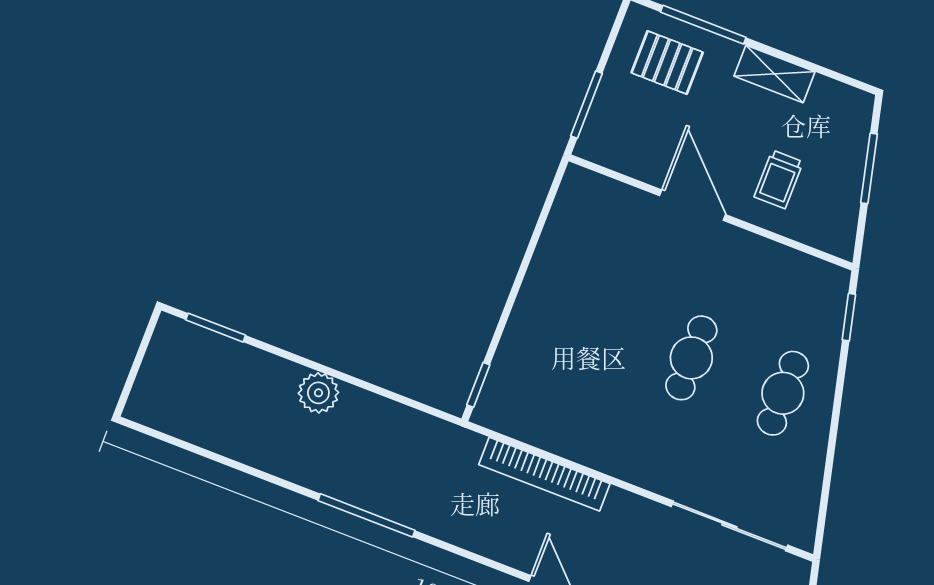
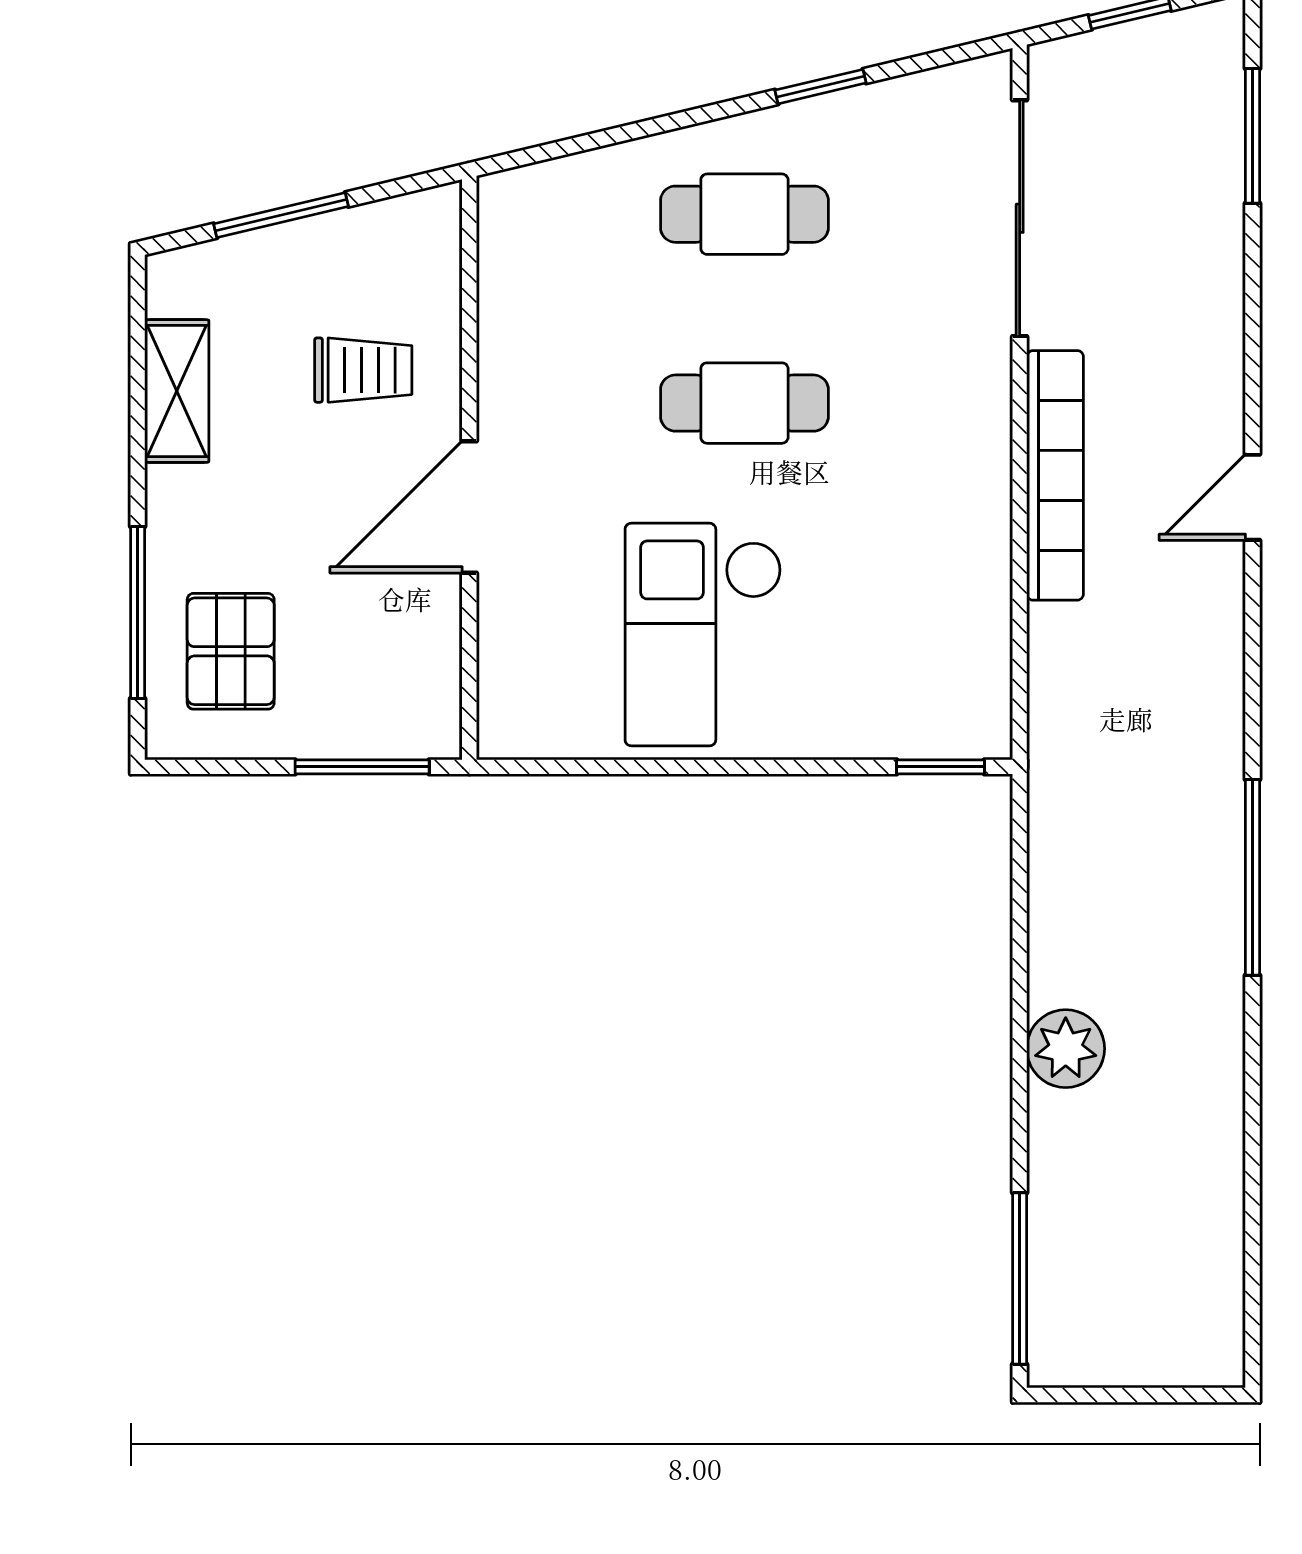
shelving: (774, 74) -> (177, 391), moved
checkout: (587, 295) -> (703, 635), added
window: (849, 317) -> (821, 87), moved
window: (216, 328) -> (1020, 1278), width x1.44
bookcase: (544, 474) -> (1055, 475), moved

